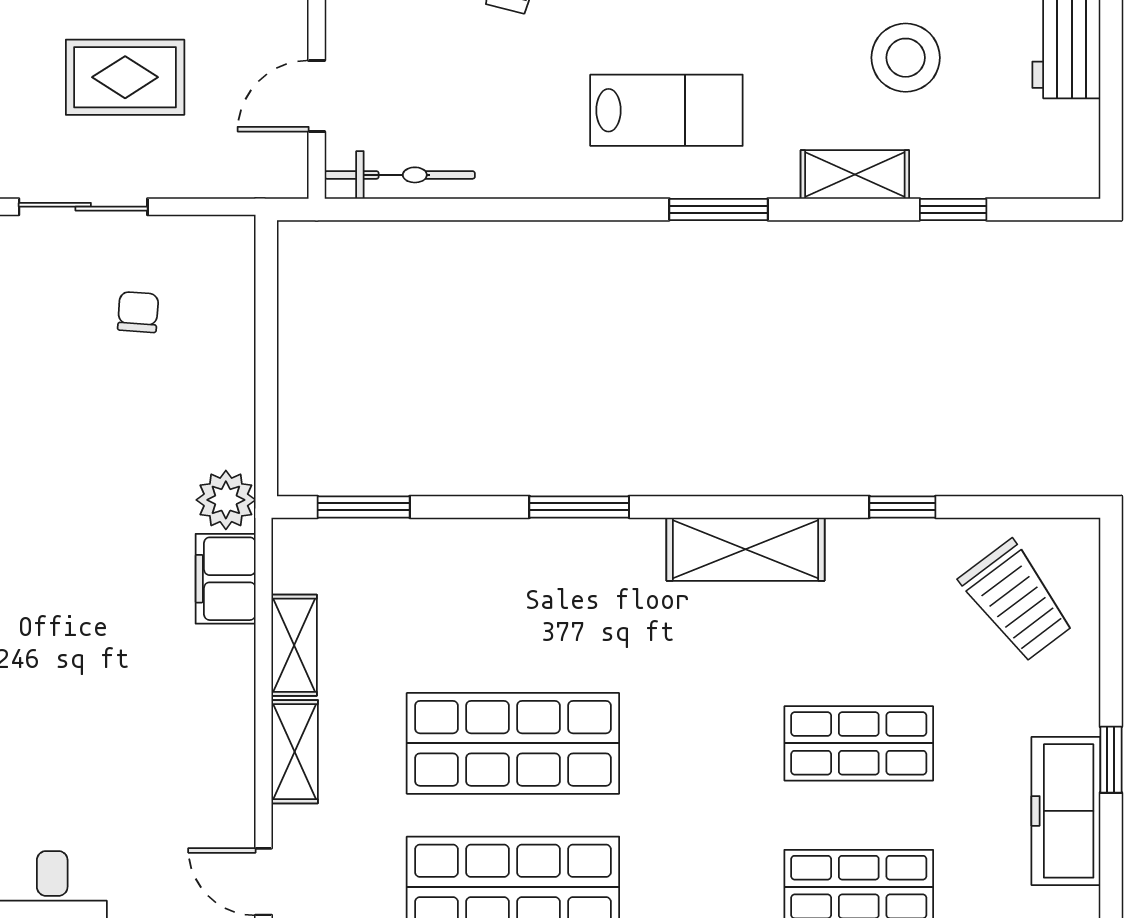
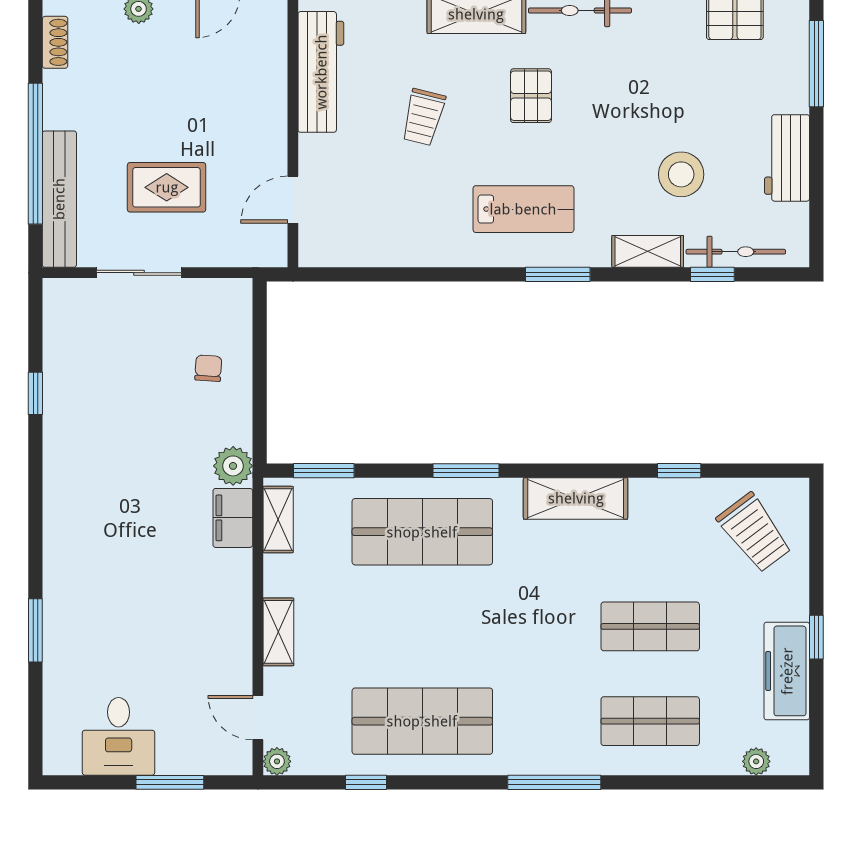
bicycle: (400, 175) -> (736, 252), moved
chair: (138, 312) -> (208, 368), moved
shelving: (294, 645) -> (278, 520), moved
shop shelf: (513, 743) -> (422, 532), moved

